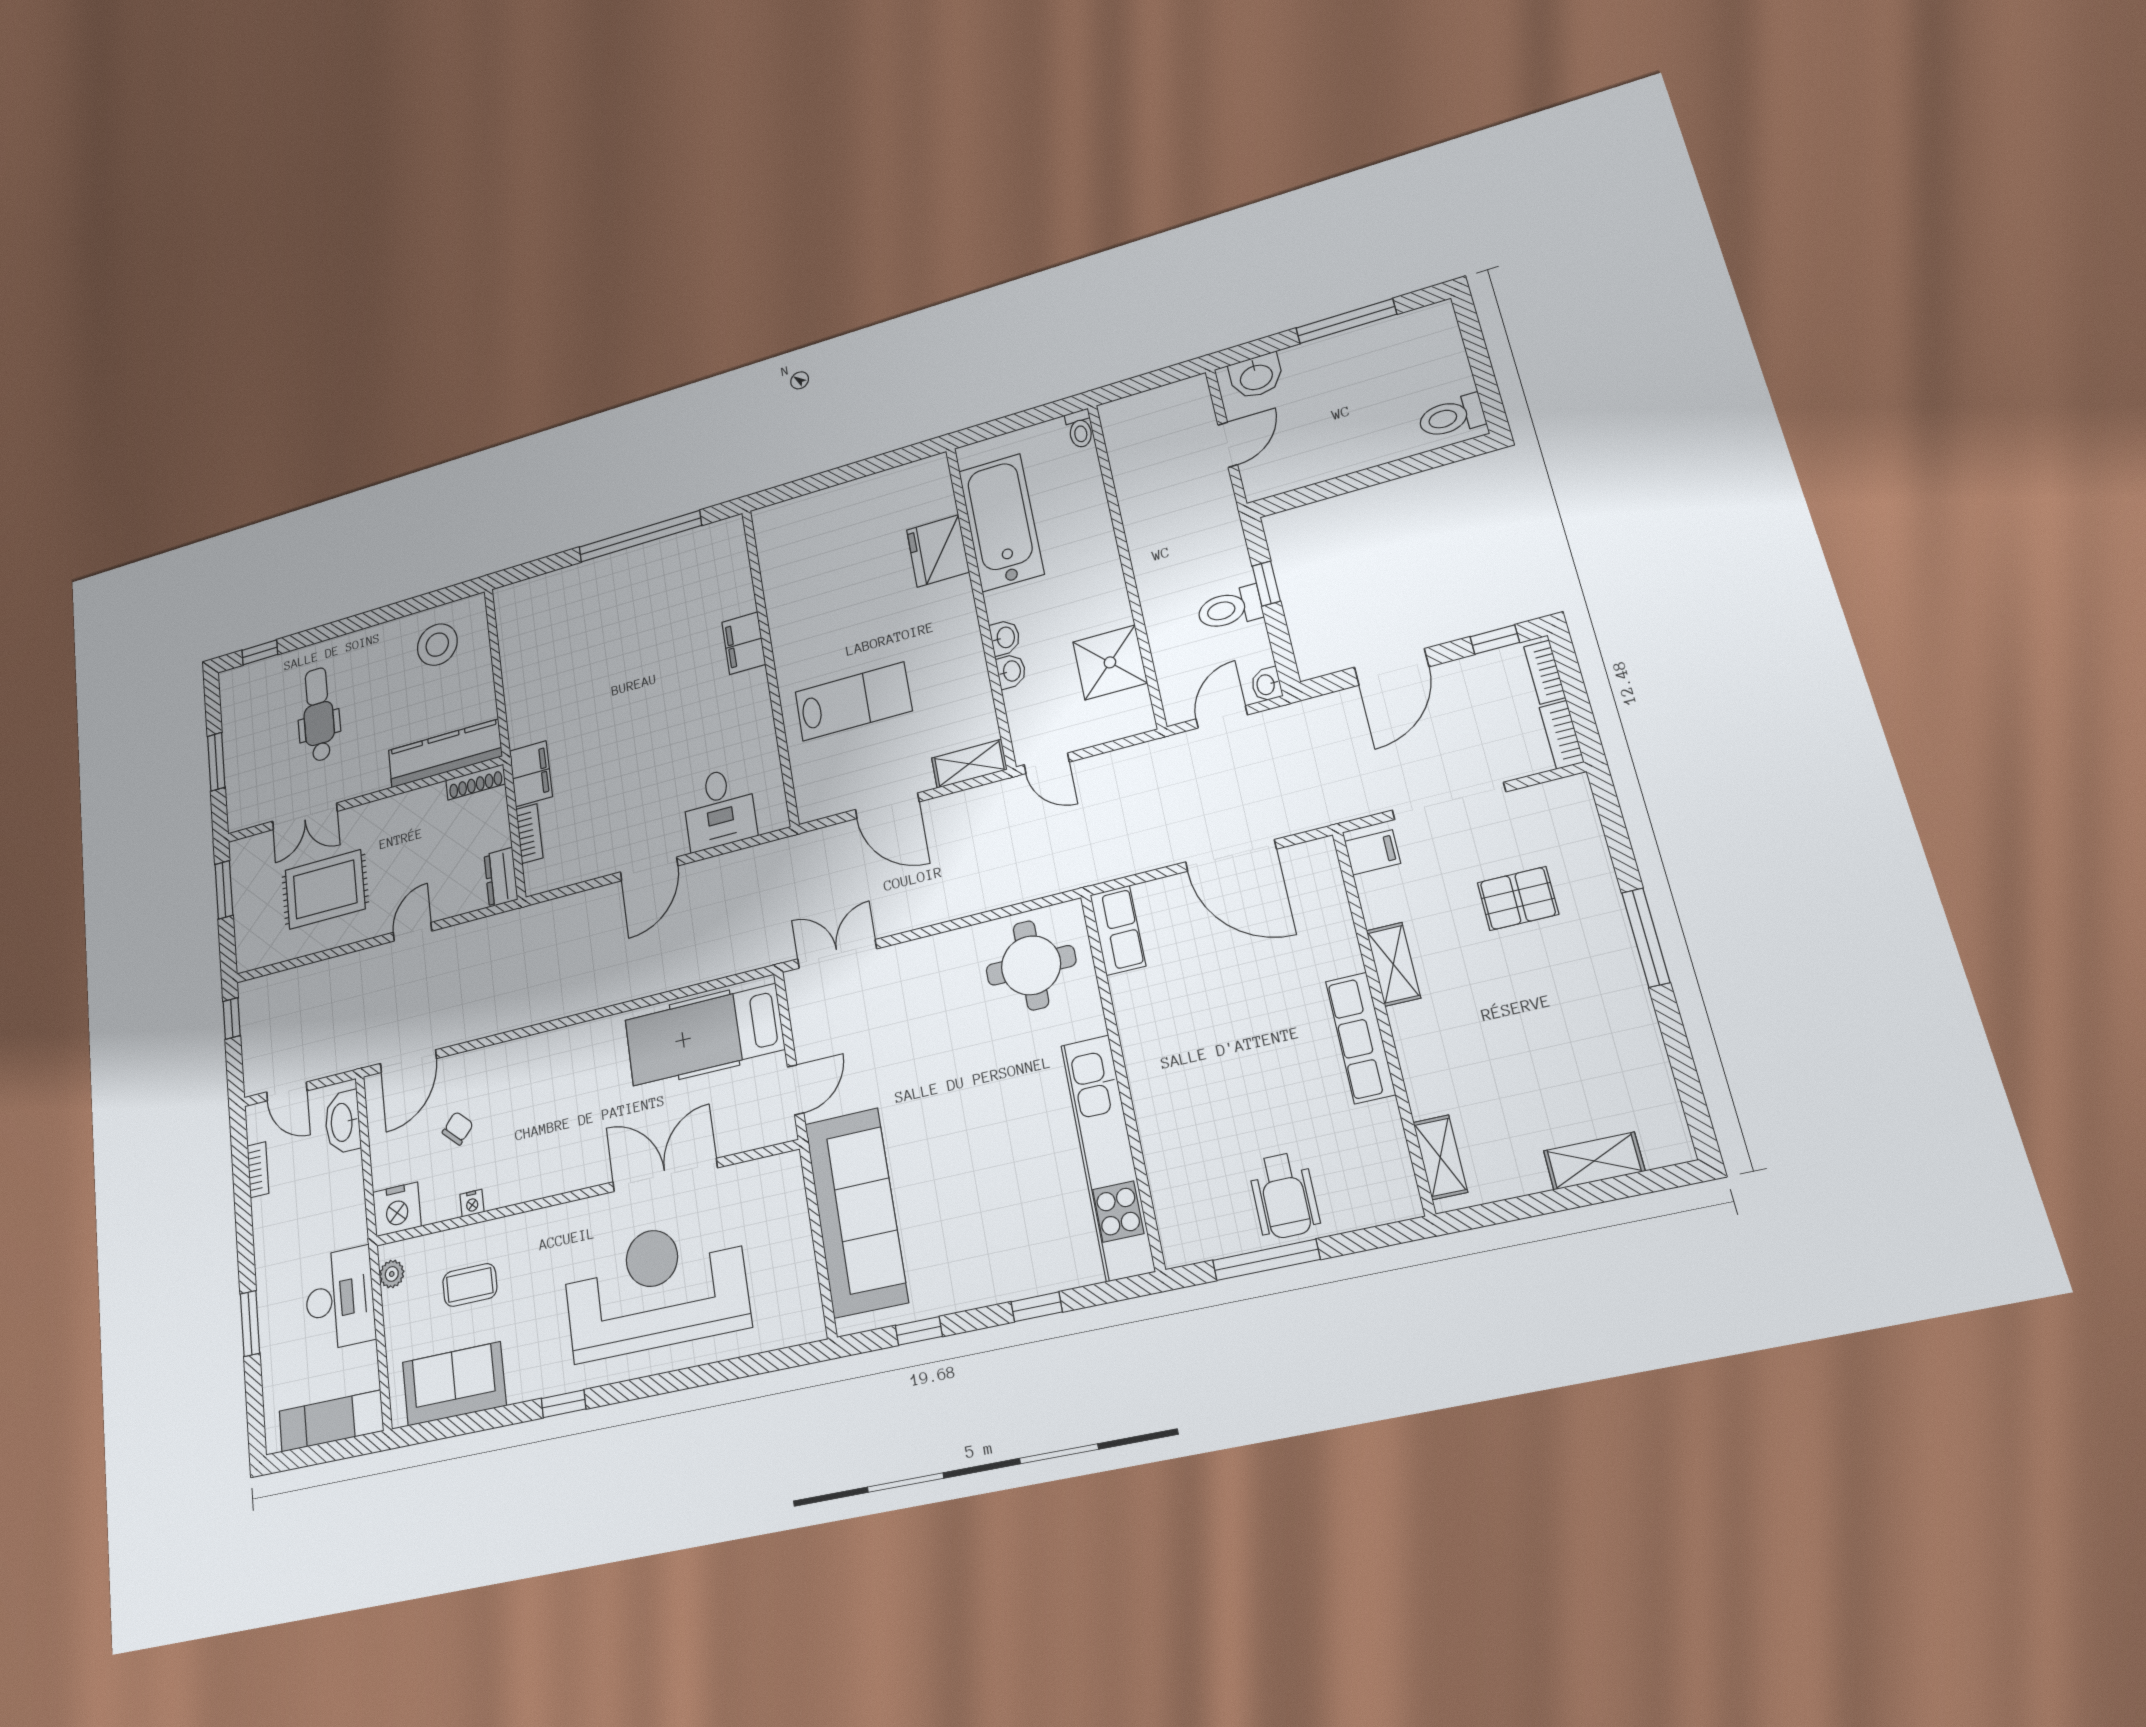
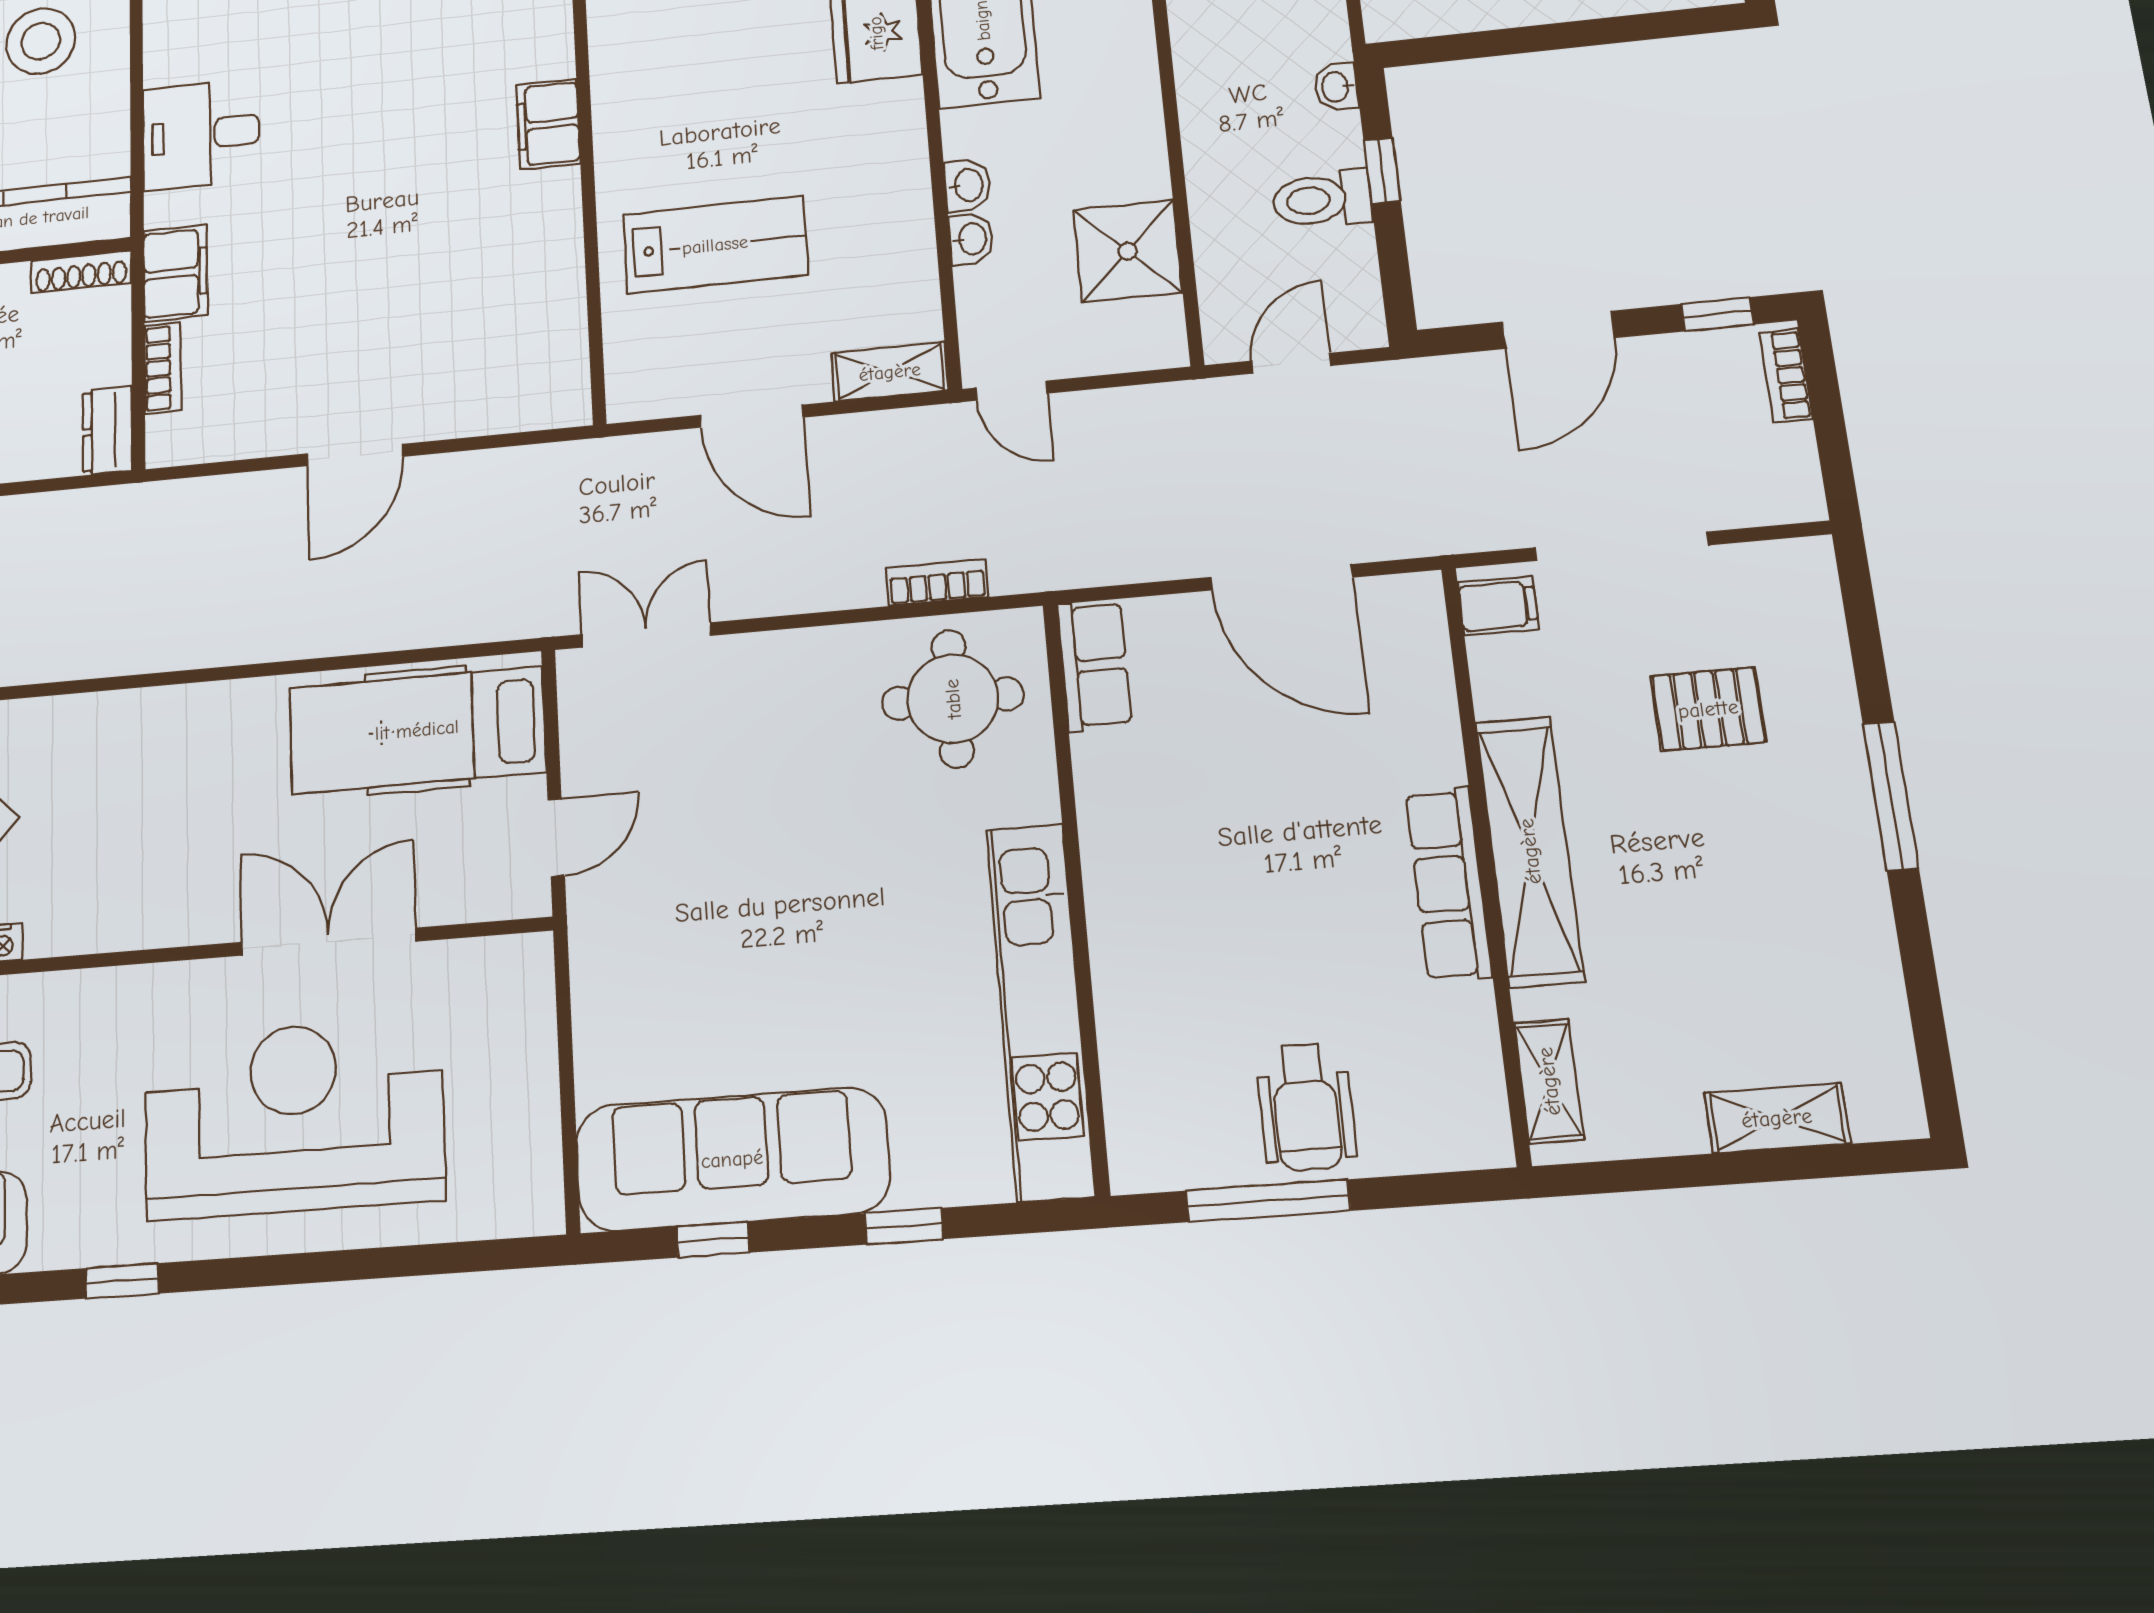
washbasin: (1266, 684) -> (1336, 87), moved
bookcase: (1562, 735) -> (937, 583), moved, turned 90
desk: (719, 809) -> (201, 134), moved, turned 90
shelving: (1393, 964) -> (1530, 851), width x2.20, depth x1.33
sofa: (856, 1212) -> (732, 1159), moved, turned -90

